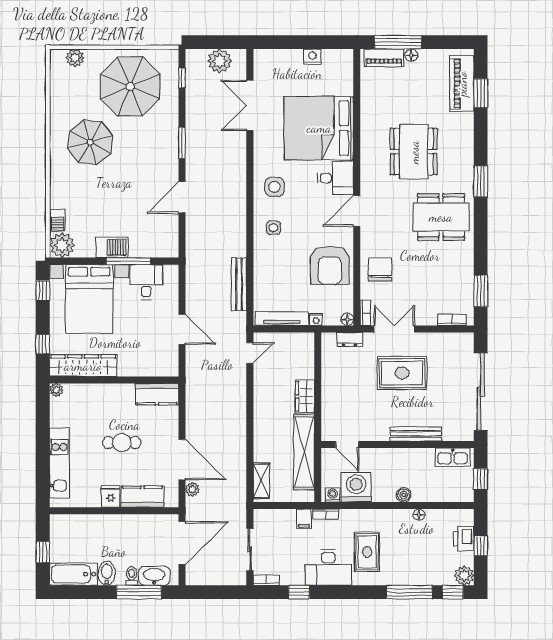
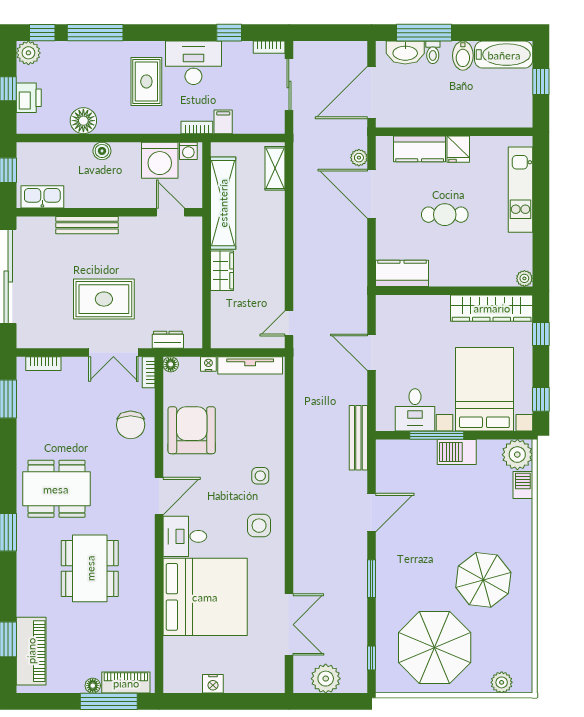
bench: (239, 284) -> (358, 438), moved
floor lamp: (419, 515) -> (83, 121), width x1.89, depth x1.89

